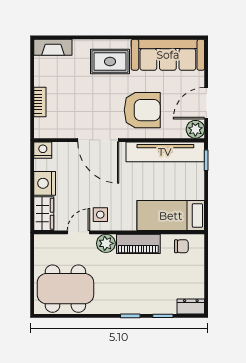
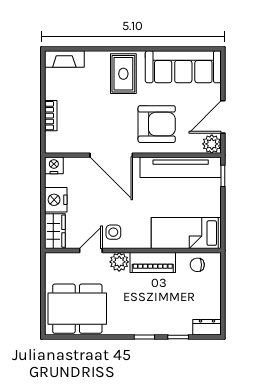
rug: (110, 62) -> (123, 74), turned 90
chair: (181, 246) -> (197, 265), turned 180

